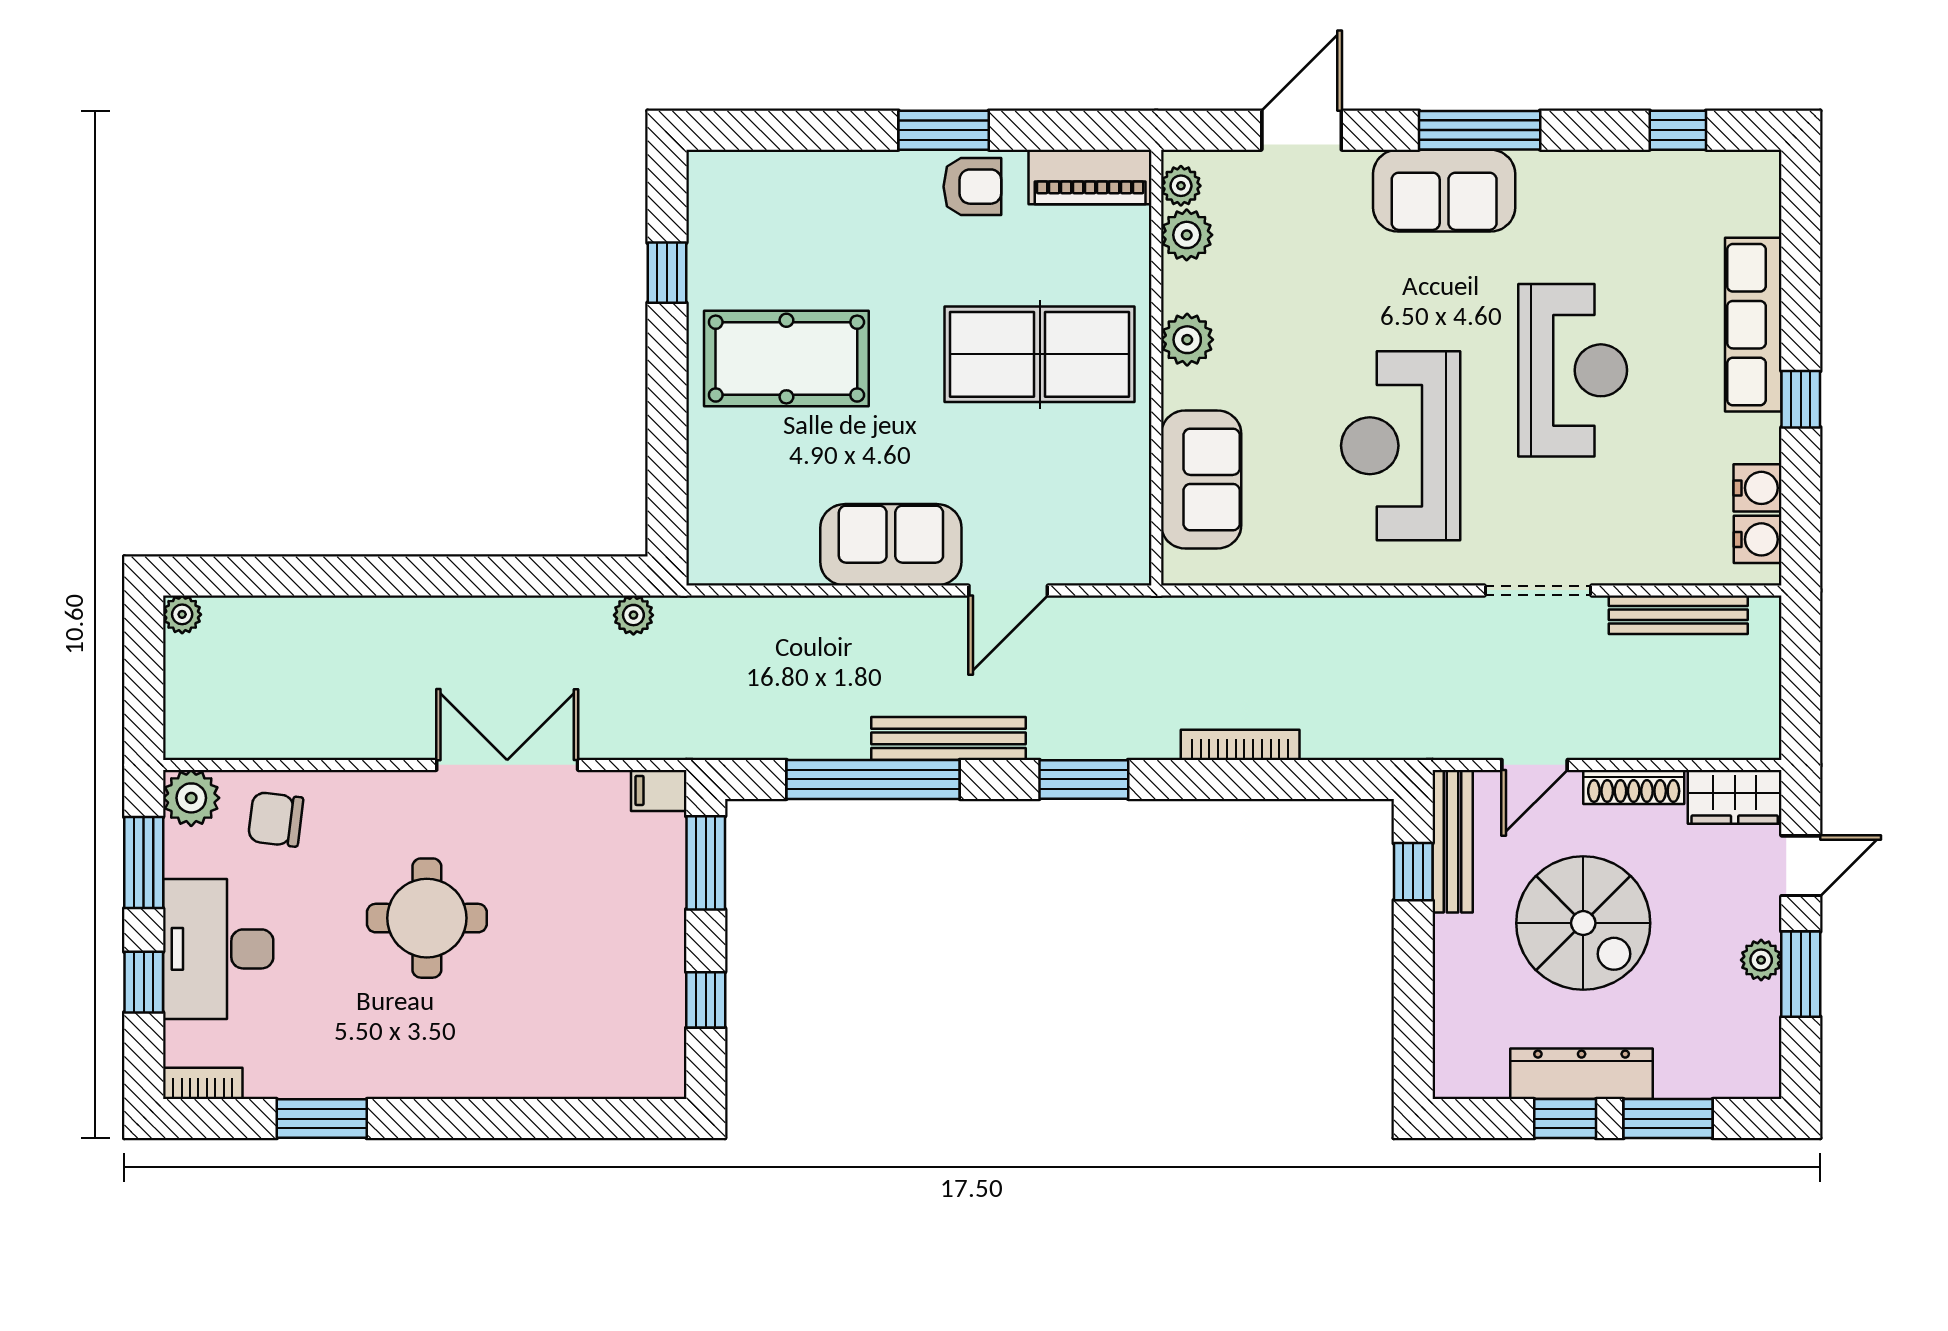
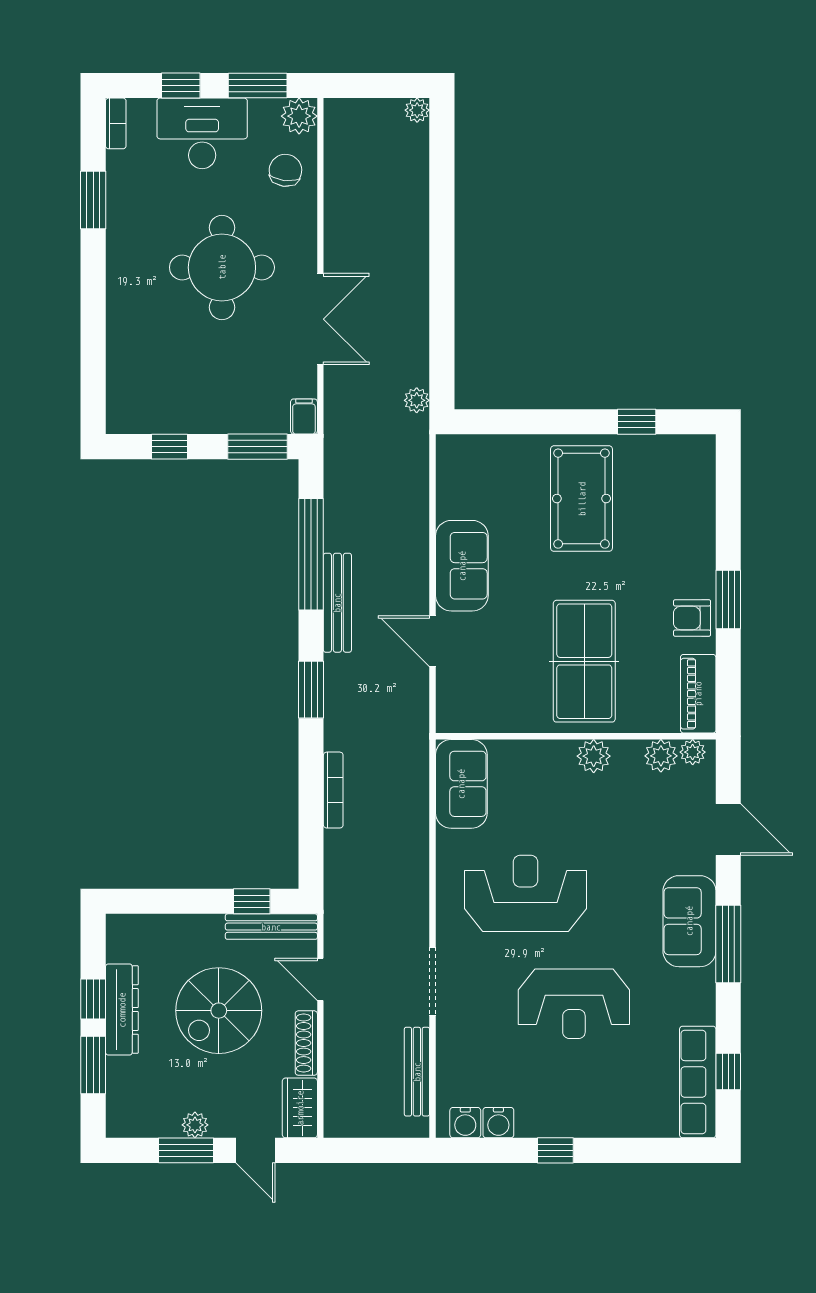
armchair: (972, 187) -> (692, 618), turned 90
row of seats: (1753, 325) -> (698, 1082), moved, turned -90
sofa: (1201, 479) -> (461, 784), moved, turned -90
round table: (427, 918) -> (222, 267), width x1.36, depth x1.36

